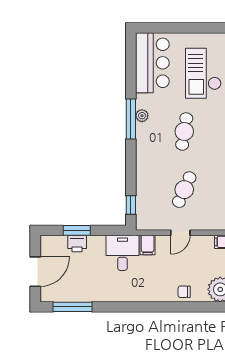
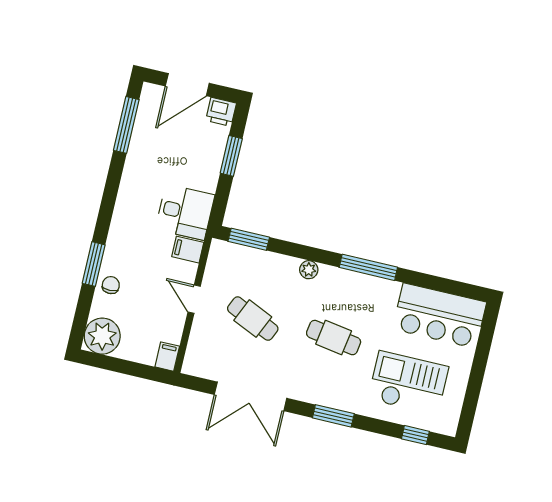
plant: (142, 116) -> (309, 270), moved
window: (131, 205) -> (249, 239), width x1.50
printer: (77, 243) -> (221, 112), moved, turned -90
door: (35, 272) -> (187, 85), hinge flipped
window: (173, 307) -> (94, 264), added

